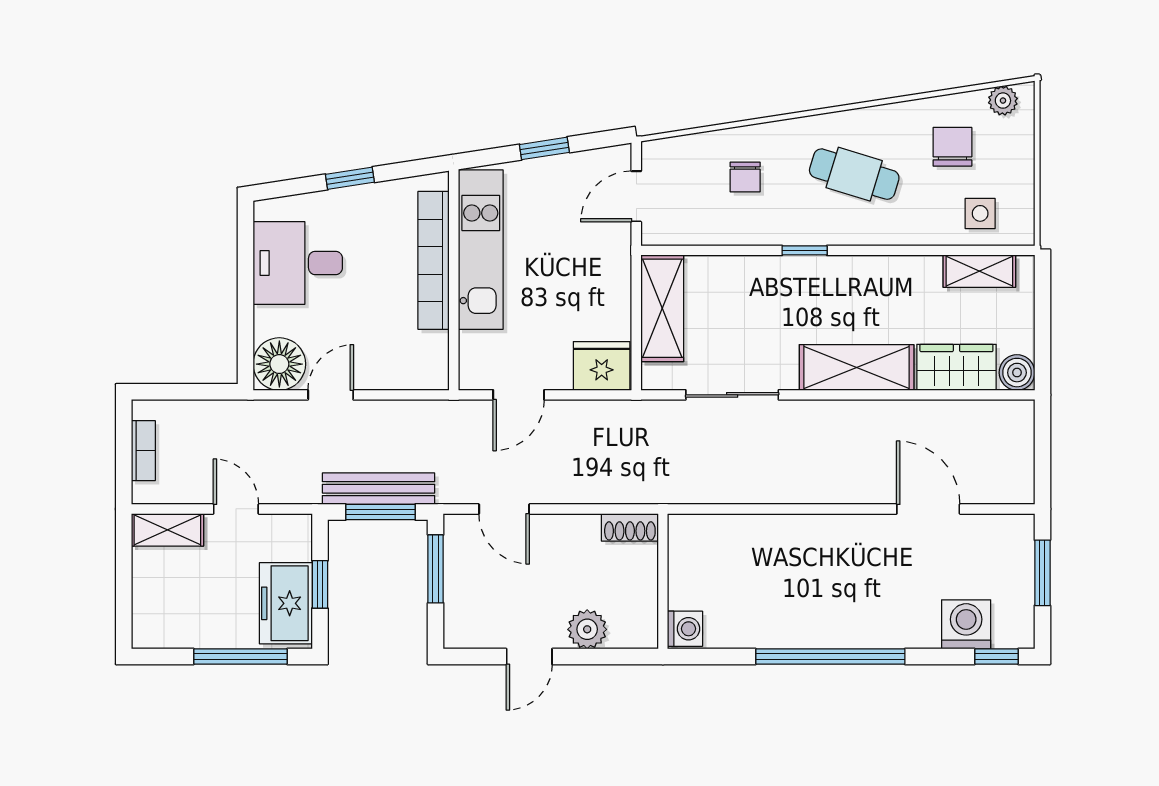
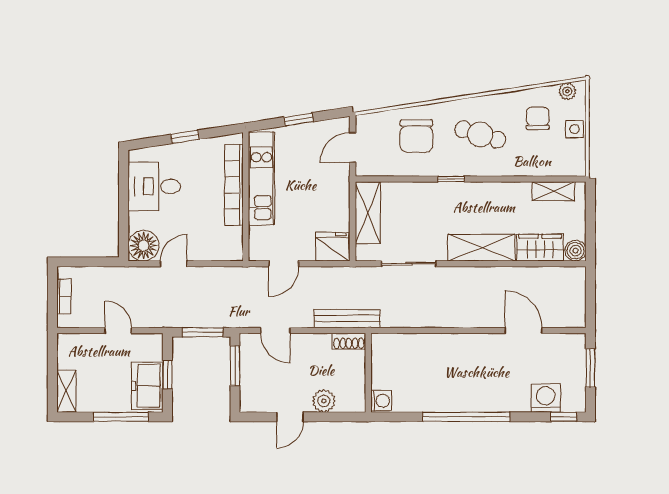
chair: (745, 177) -> (416, 136), width x1.87, depth x1.87
side table: (980, 213) -> (575, 129), moved
bench: (379, 489) -> (347, 319), moved
shelving: (167, 530) -> (66, 391), moved, turned 90

